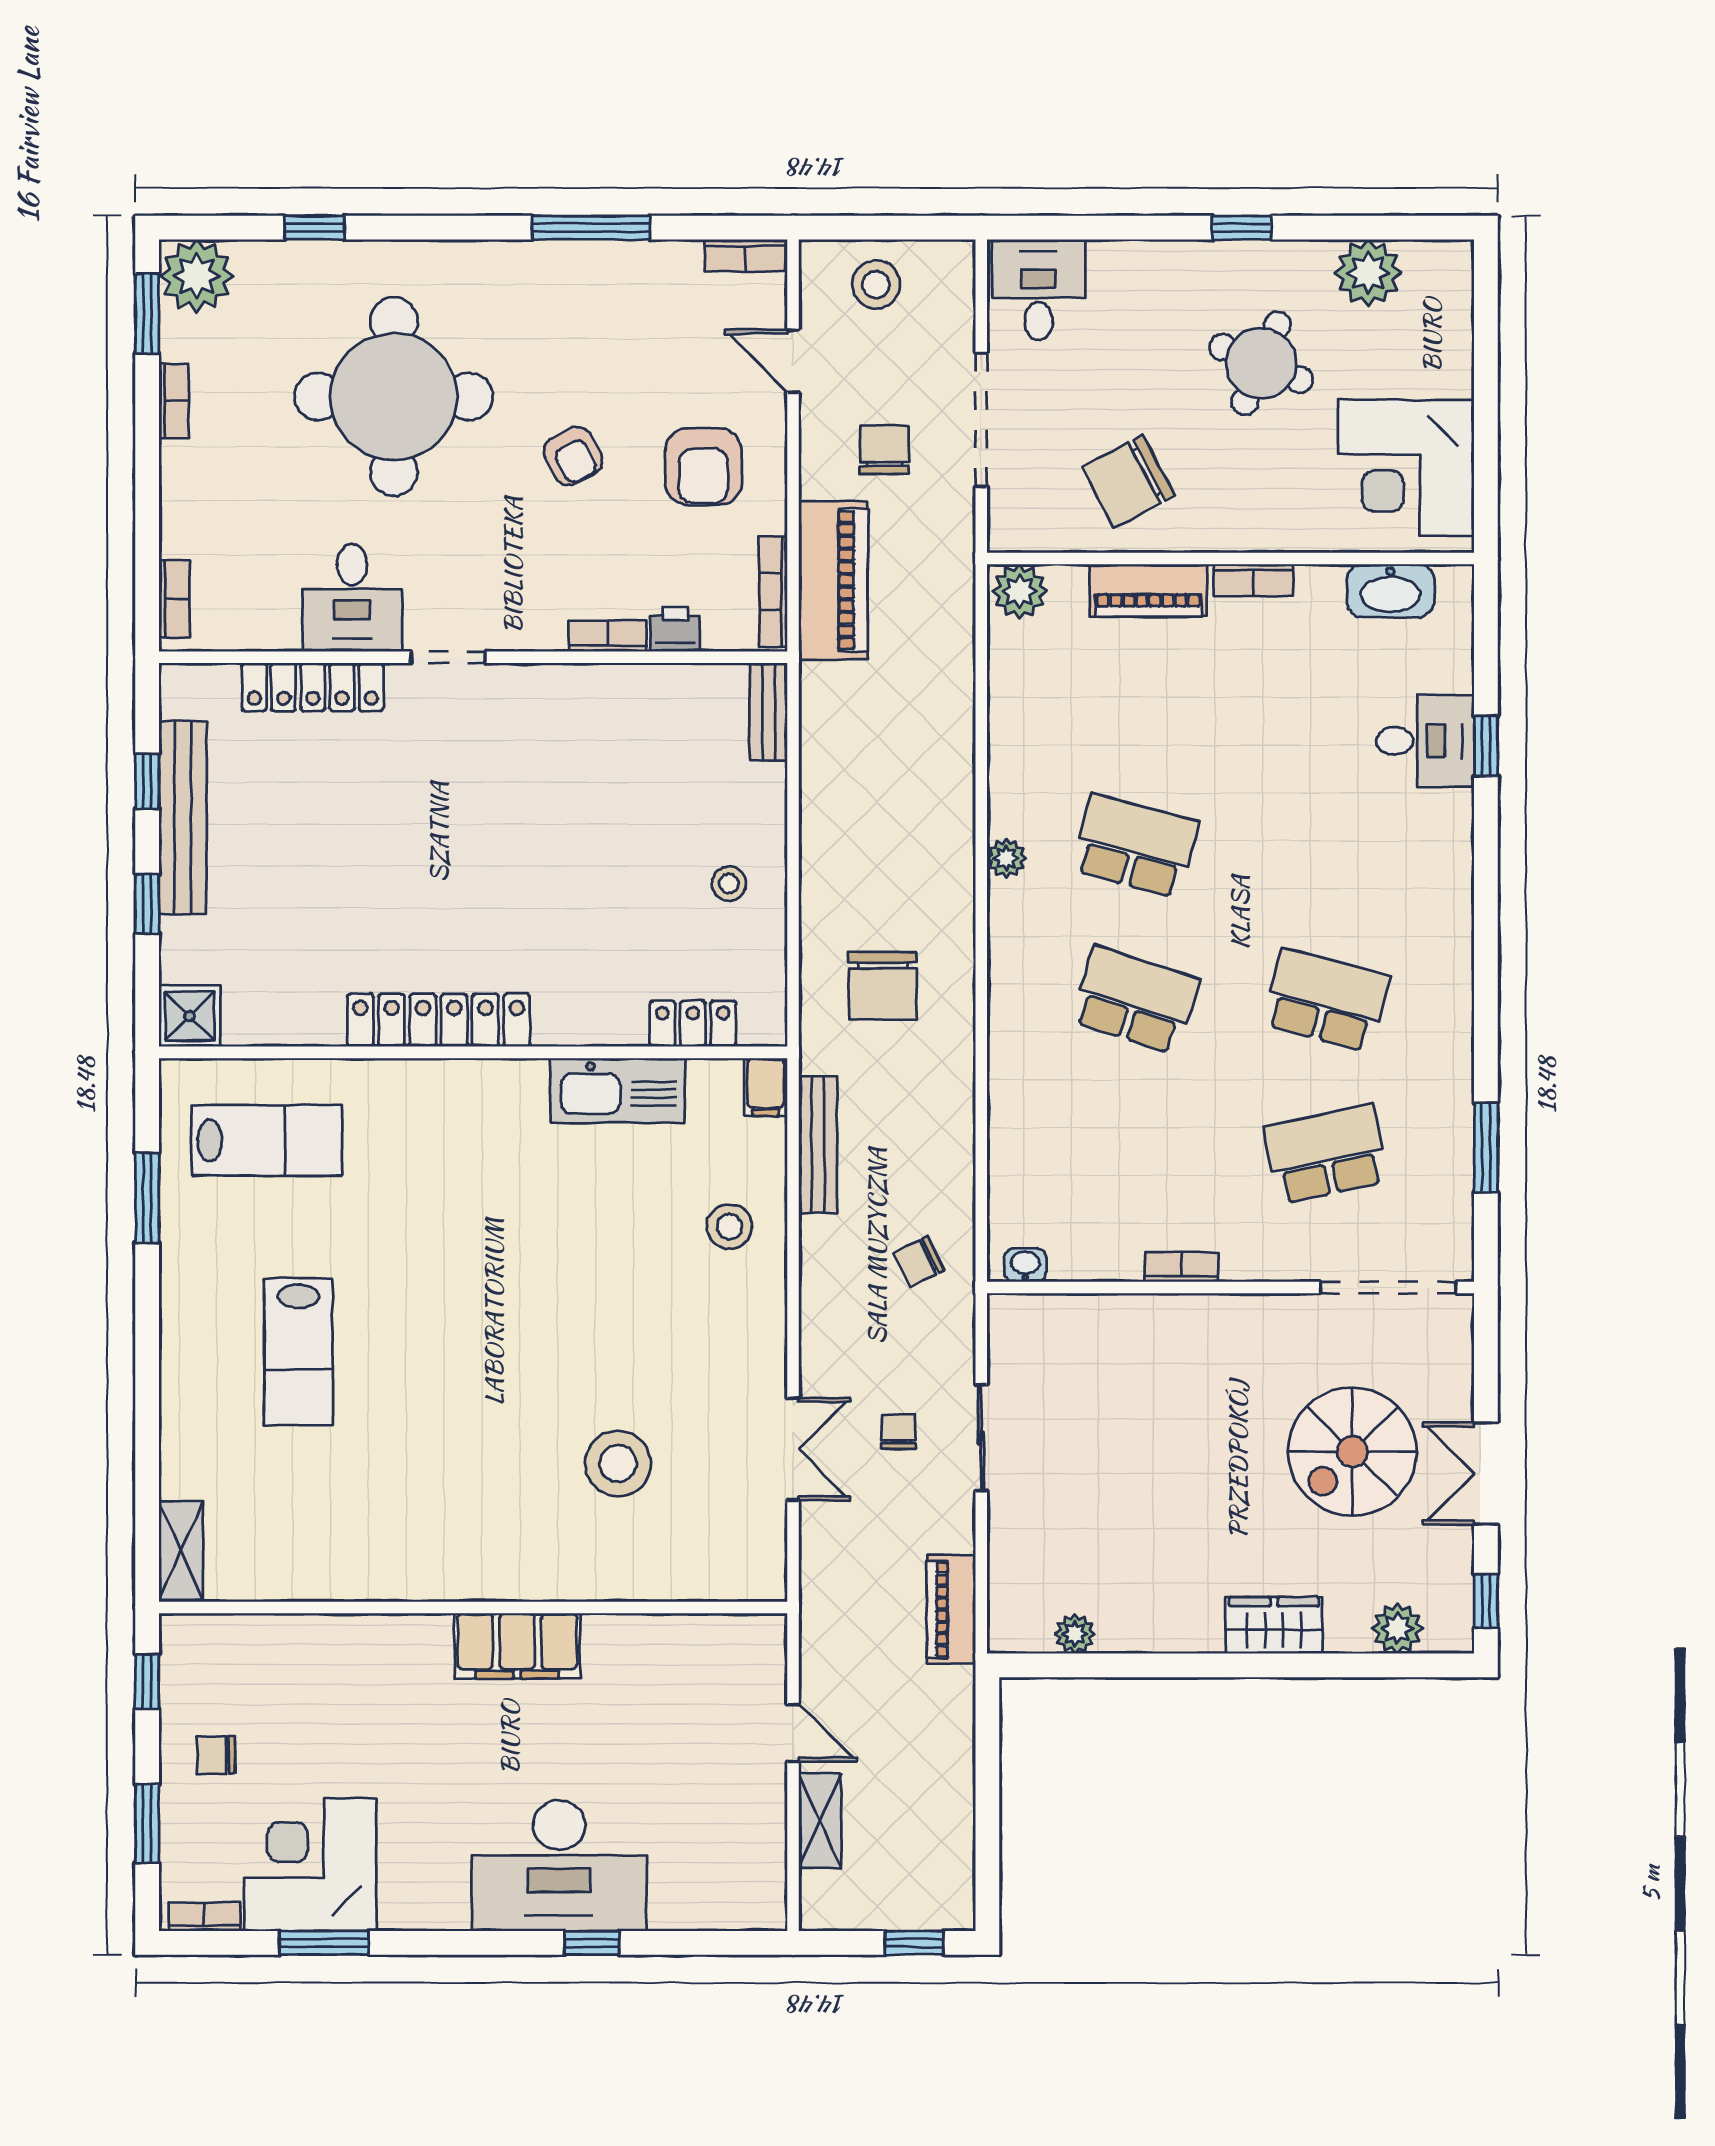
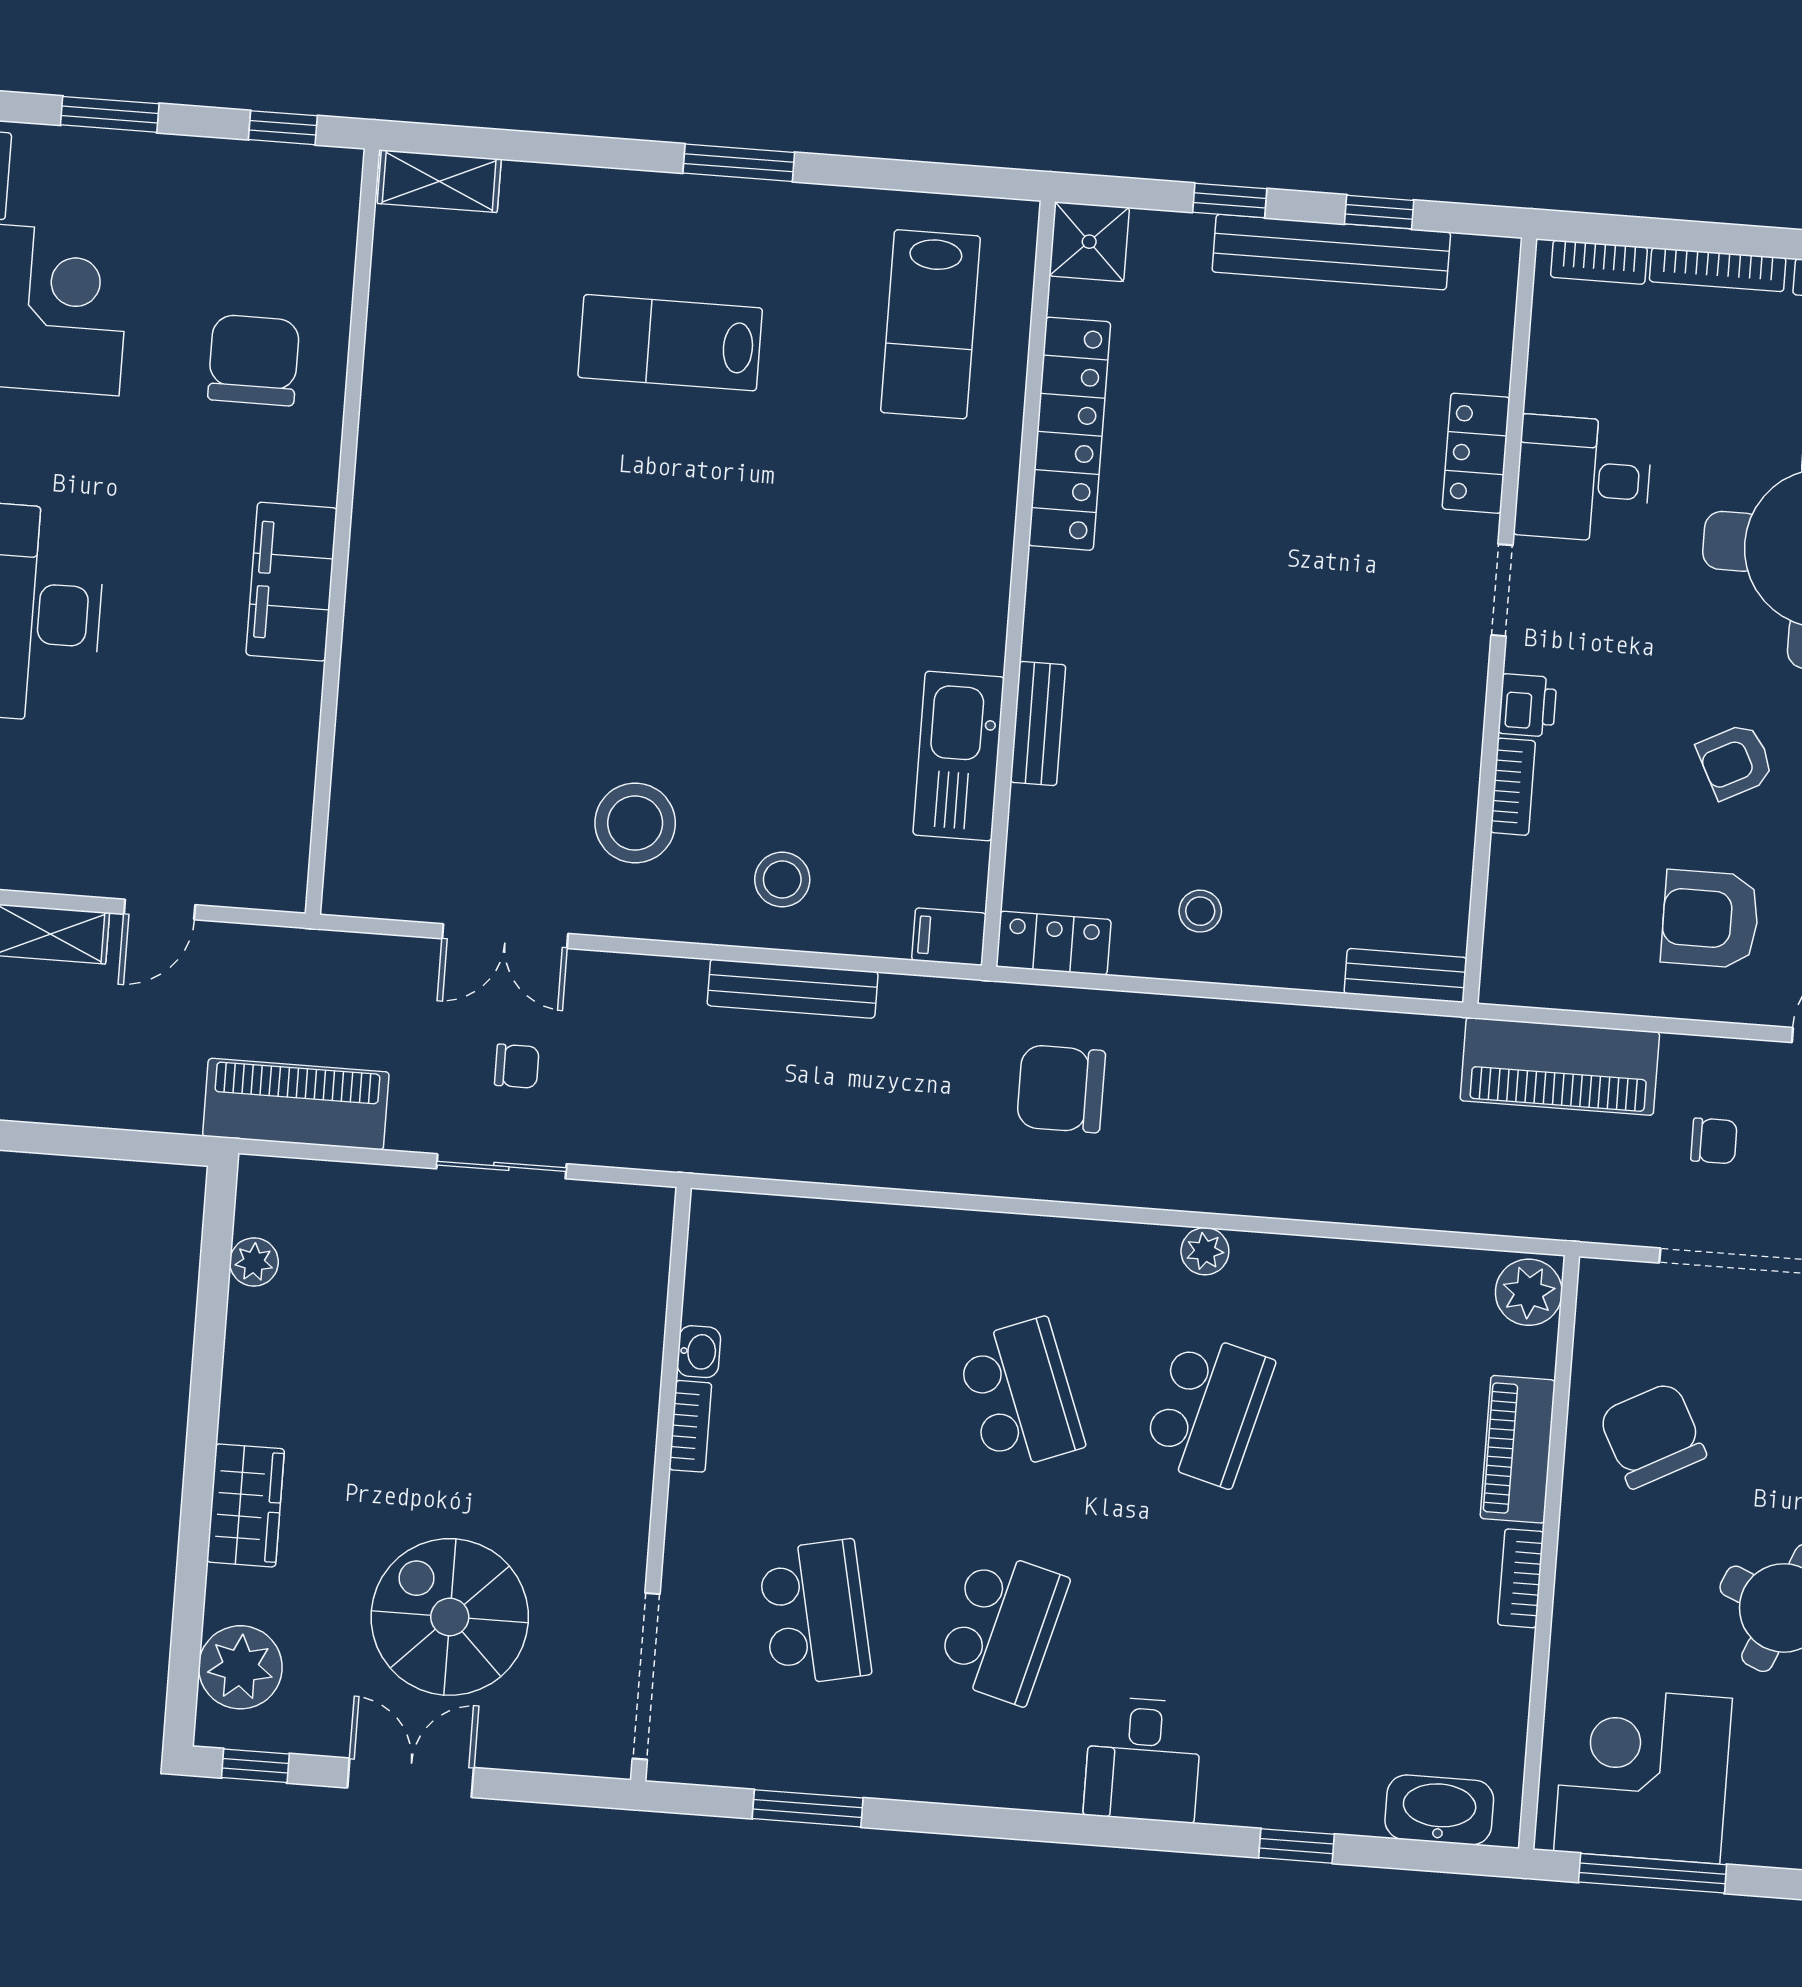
chair: (884, 450) -> (1714, 1141), width x0.73, depth x0.73
window: (1486, 454) -> (1653, 1873), added
bookcase: (773, 591) -> (1718, 270), moved, turned 180
washbasin: (1390, 591) -> (1439, 1810), moved, turned 90
printer: (675, 629) -> (1528, 705), moved
locker: (313, 687) -> (1476, 453), width x0.66
desk: (1425, 741) -> (1143, 1759), moved
school desk: (1135, 1000) -> (1020, 1395), turned -39
locker: (439, 1020) -> (1069, 434), moved
locker: (693, 1024) -> (1053, 943), moved, turned -90
bench: (586, 1028) -> (1038, 724), added
bench: (818, 1145) -> (793, 989), moved
window: (147, 1198) -> (739, 163), moved
chair: (919, 1262) -> (722, 1107), removed
washbasin: (1025, 1265) -> (699, 1352), moved
stool: (618, 1463) -> (635, 823), moved
piano: (951, 1610) -> (296, 1104), width x1.37, depth x1.33
plant: (1397, 1629) -> (240, 1667), width x1.36, depth x1.36
chair: (216, 1755) -> (254, 360), moved, width x1.87, depth x1.87

